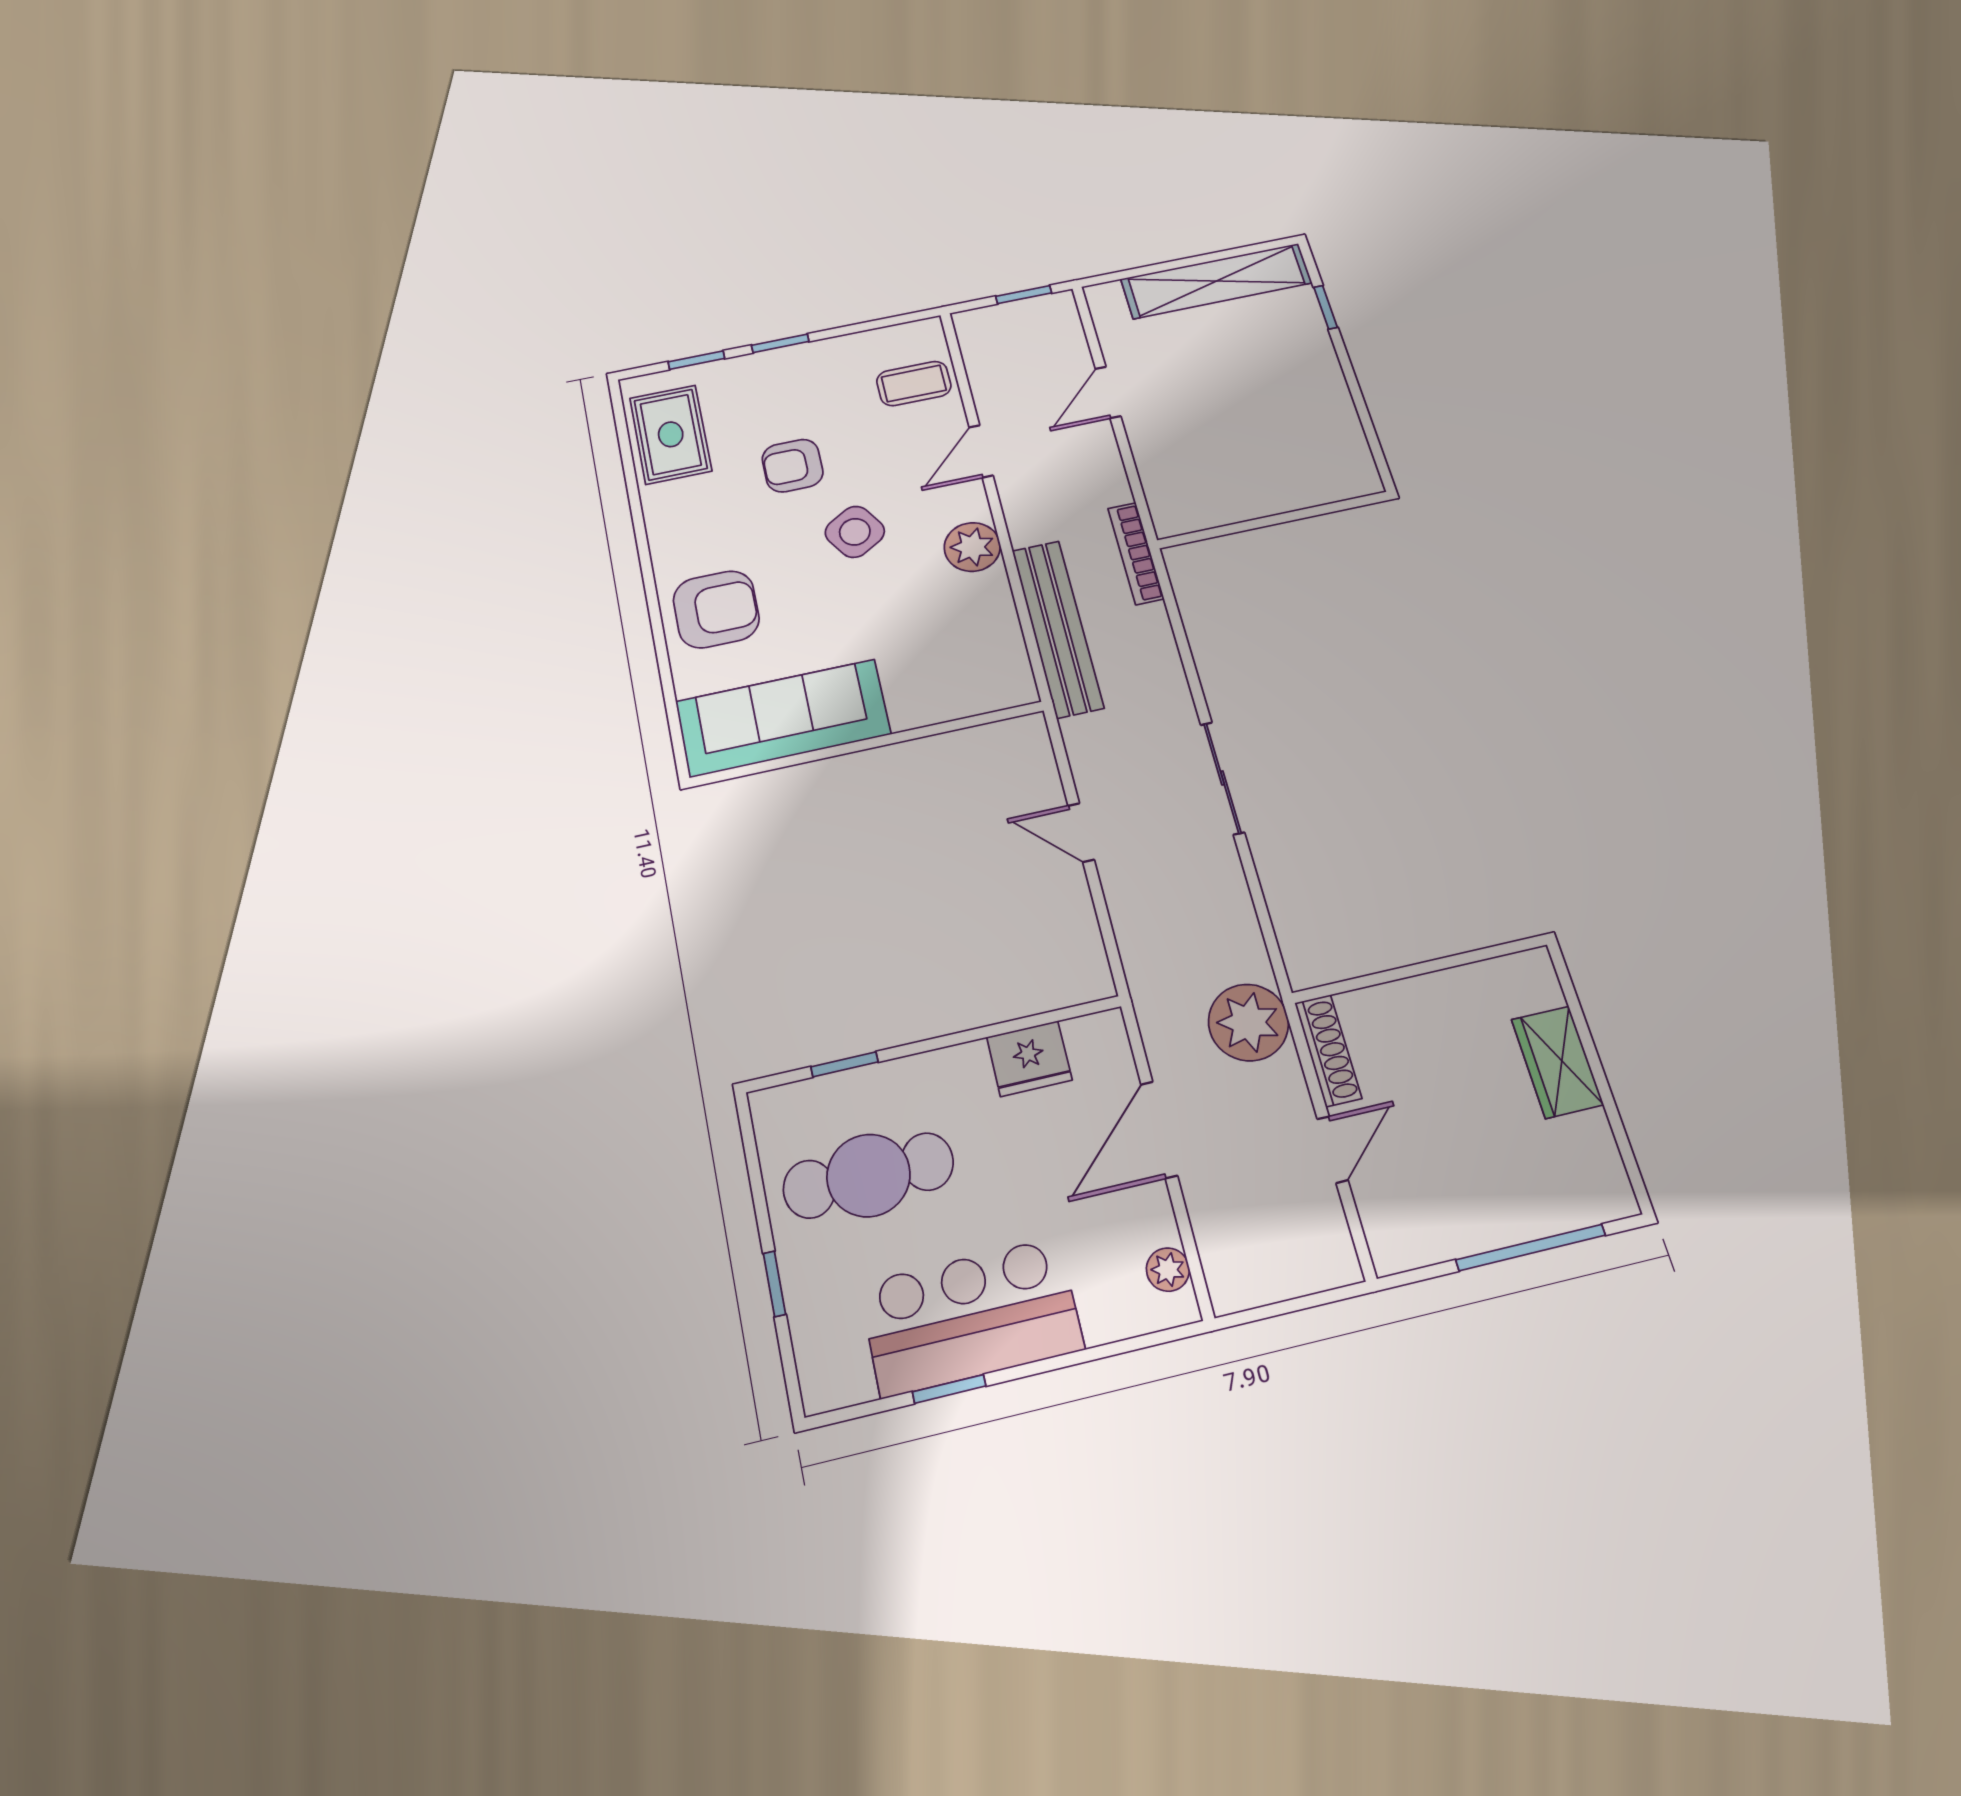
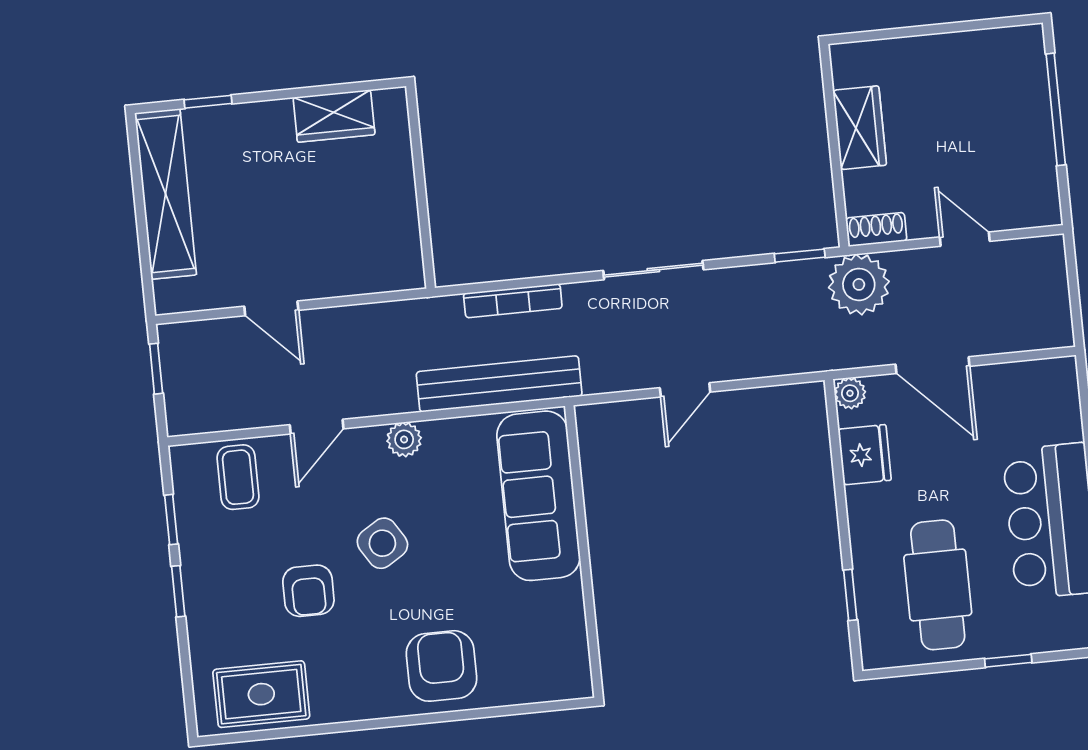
window: (696, 360) -> (171, 520), moved
wardrobe: (1336, 426) -> (334, 116), added
door: (981, 451) -> (317, 427), hinge flipped
plant: (972, 547) -> (404, 439), width x0.73, depth x0.73
bookcase: (1136, 553) -> (513, 301), moved
sofa: (783, 718) -> (538, 496), moved
window: (1272, 945) -> (800, 256), added
shoe rack: (1328, 1050) -> (876, 229), width x0.70
wardrobe: (1557, 1062) -> (860, 128), moved, turned -90
plant: (1168, 1270) -> (850, 393), moved

